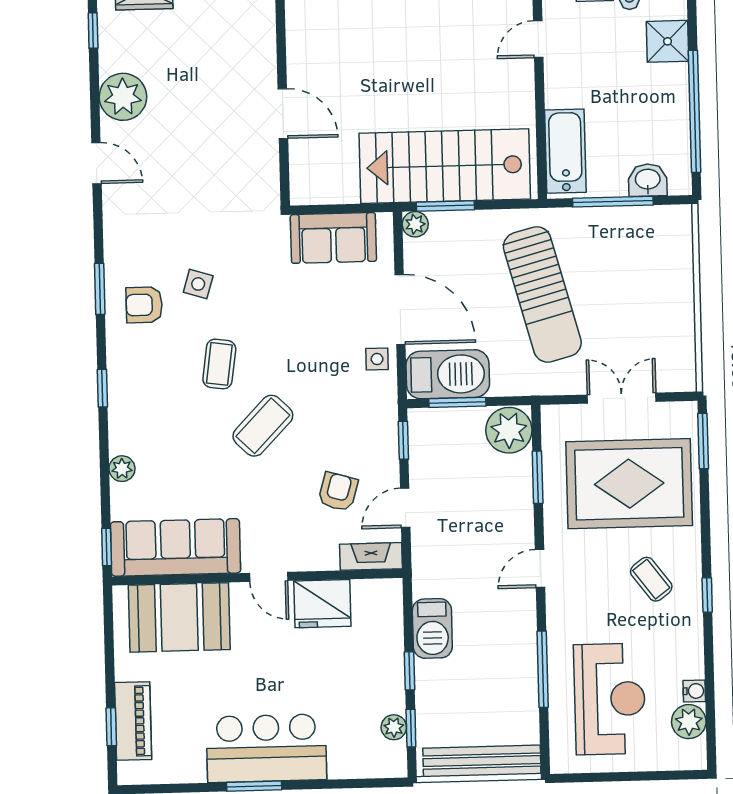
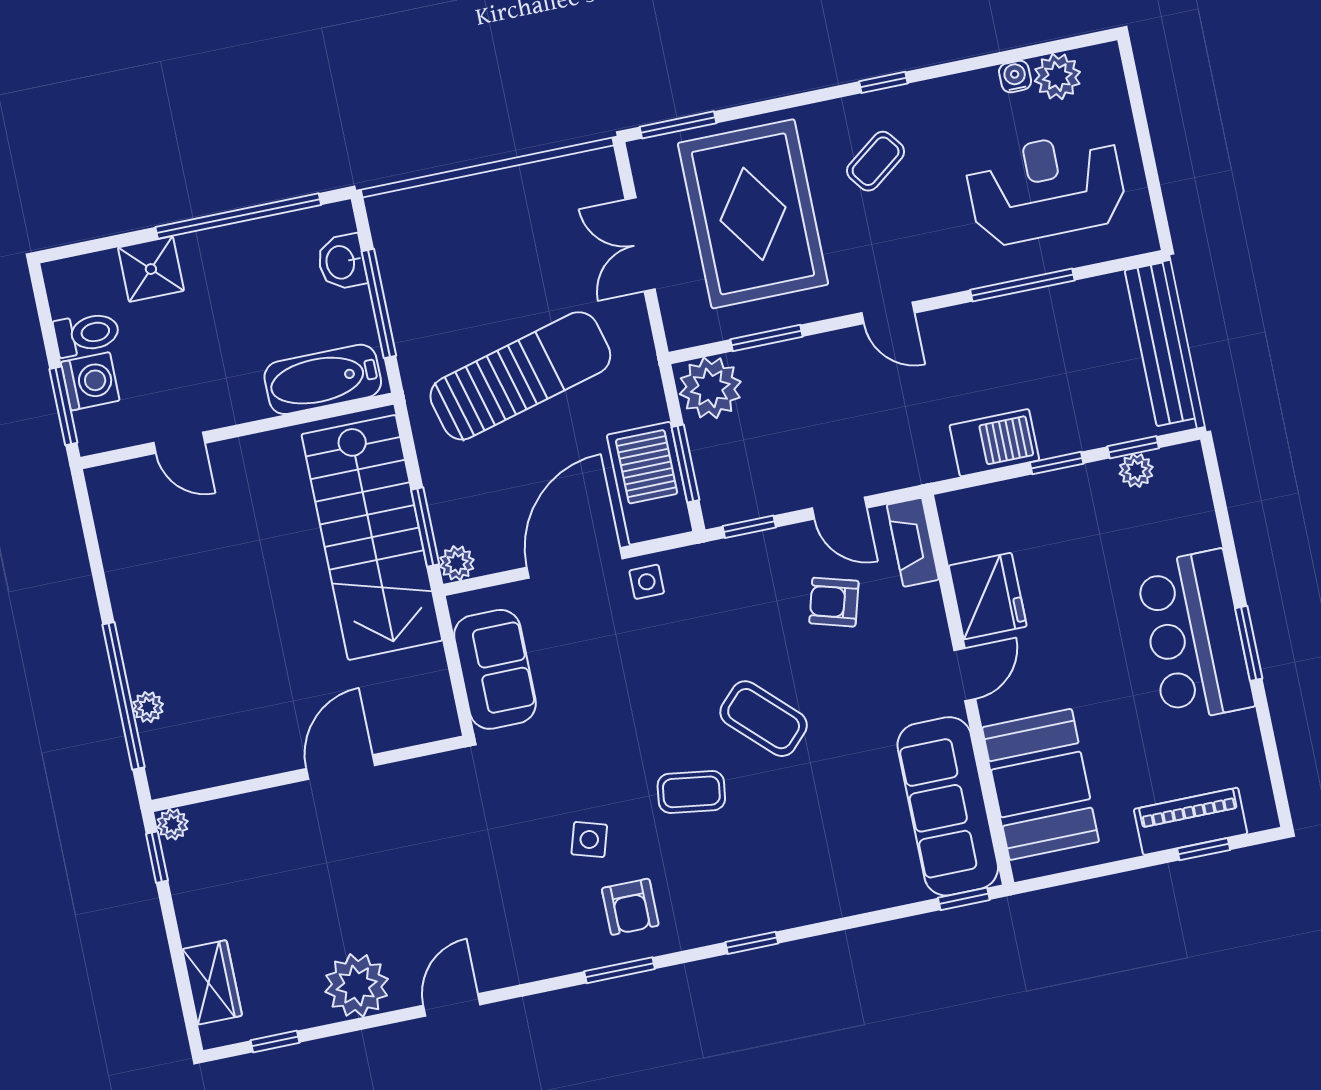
plant: (122, 469) -> (855, 897), removed

